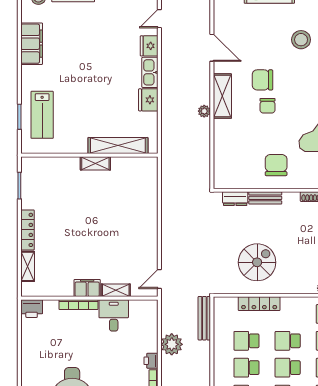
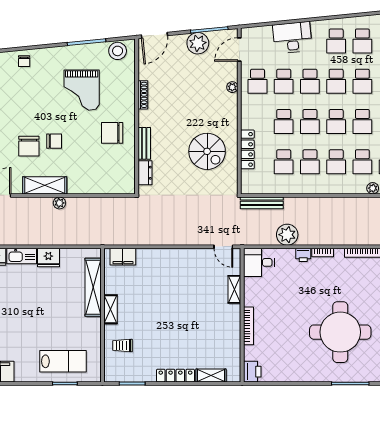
trolley: (58, 176) -> (123, 345), added
spiral stairs: (257, 262) -> (207, 151), turned 180
filing cabinet: (87, 288) -> (123, 257), moved, turned -90
desk: (114, 315) -> (259, 262), moved

